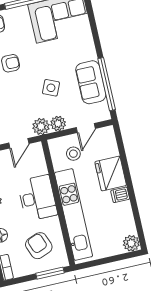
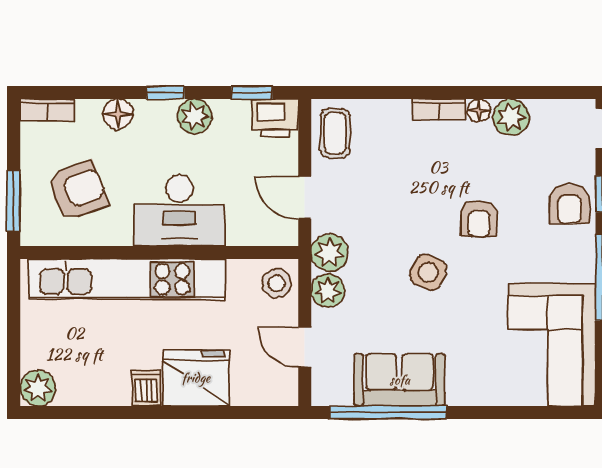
side table: (51, 88) -> (428, 272), moved
stool: (73, 154) -> (277, 283), moved

